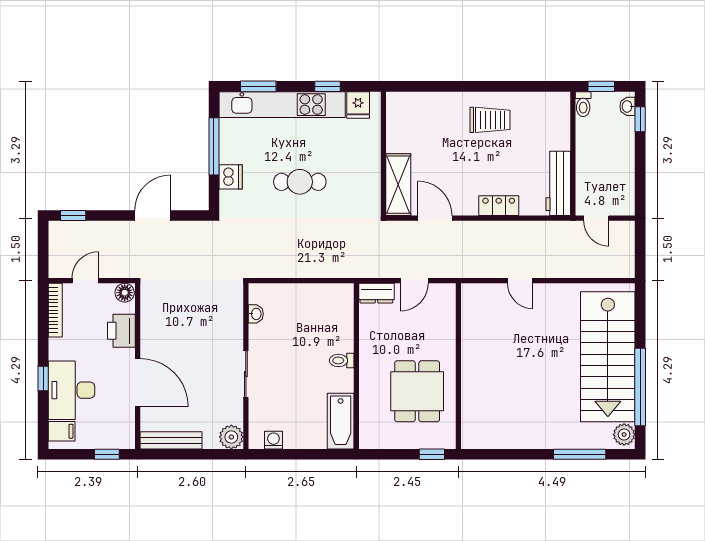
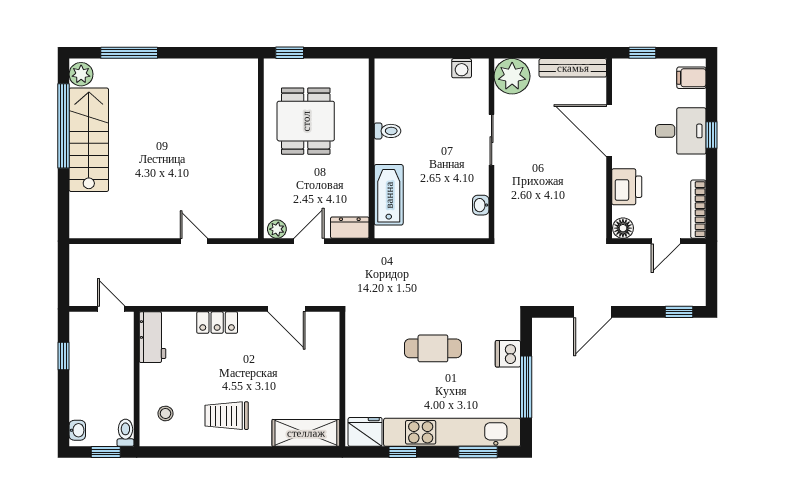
fridge: (358, 105) -> (365, 432), width x1.38
window: (640, 119) -> (64, 356), moved
stool: (546, 122) -> (165, 413), added
workbench: (558, 183) -> (152, 337), width x0.73
shelving: (398, 185) -> (306, 433), moved, turned 90
plant: (444, 292) -> (277, 229), added
stairs: (608, 357) -> (89, 140), width x0.73, depth x0.66
toilet: (342, 360) -> (388, 131), moved
desk: (71, 390) -> (681, 131), width x0.73
bathtub: (341, 421) -> (389, 195), moved
plant: (231, 437) -> (512, 76), width x1.36, depth x1.36

